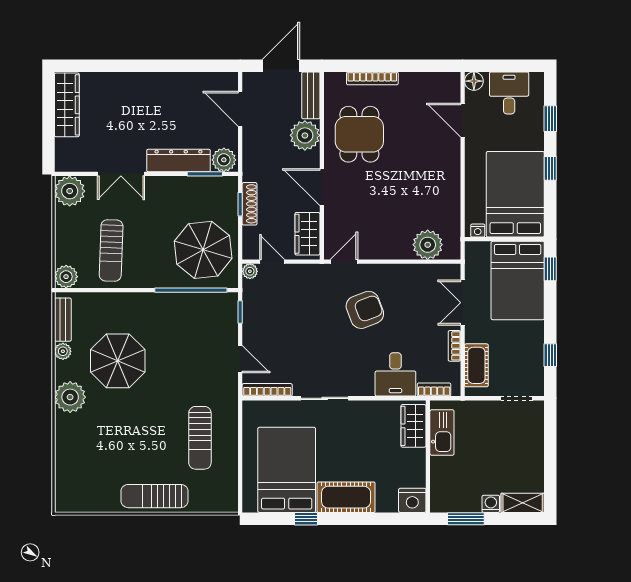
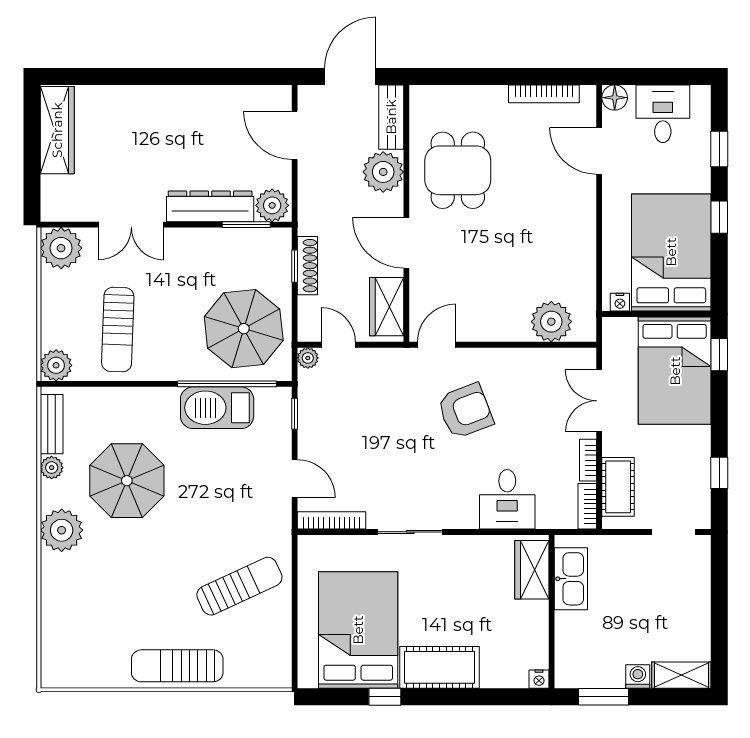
bookcase: (372, 78) -> (544, 94), moved
barbecue: (184, 308) -> (217, 408), added
bookcase: (434, 390) -> (587, 506), moved, turned -90
sun lounger: (200, 438) -> (239, 586), turned -115
nightstand: (412, 500) -> (539, 679), width x0.53, depth x0.56

